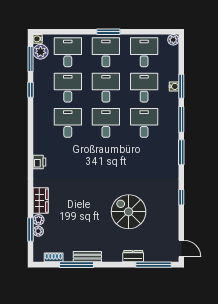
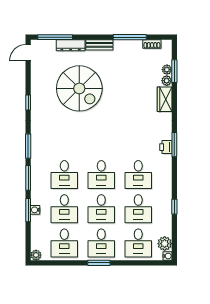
window: (31, 59) -> (174, 145), moved
printer: (39, 162) -> (166, 147), moved
spiral stairs: (129, 212) -> (79, 88), width x1.37, depth x1.37
door: (181, 249) -> (28, 53), hinge flipped
dresser: (133, 256) -> (71, 45), width x1.44
bench: (87, 257) -> (99, 45), moved

